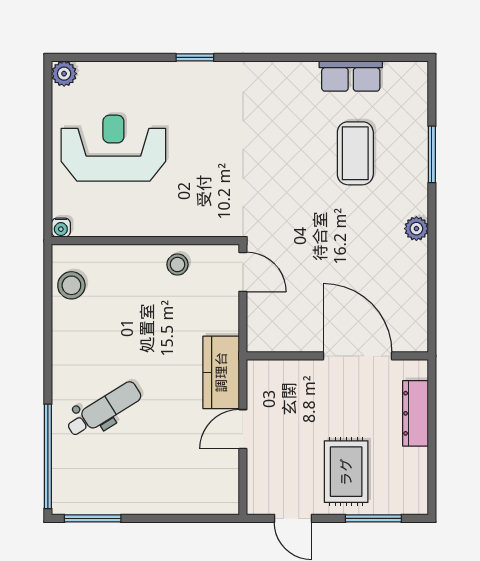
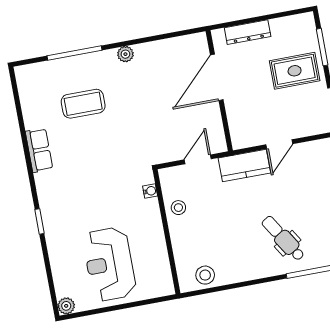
row of seats: (351, 76) -> (39, 150), moved
window: (432, 154) -> (75, 53), width x1.44
water cooler: (61, 228) -> (150, 191), moved
door: (243, 272) -> (198, 159), moved
door: (243, 429) -> (279, 144), hinge flipped

